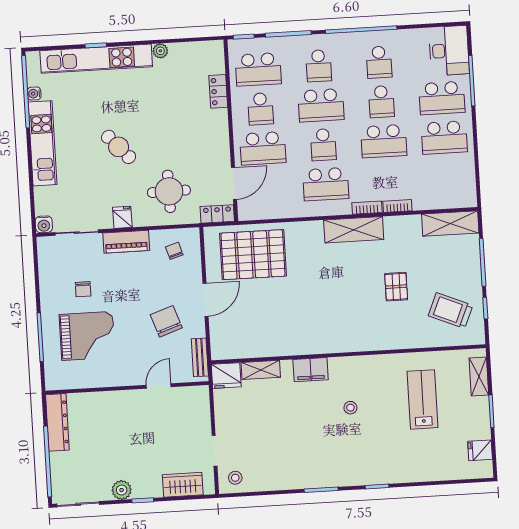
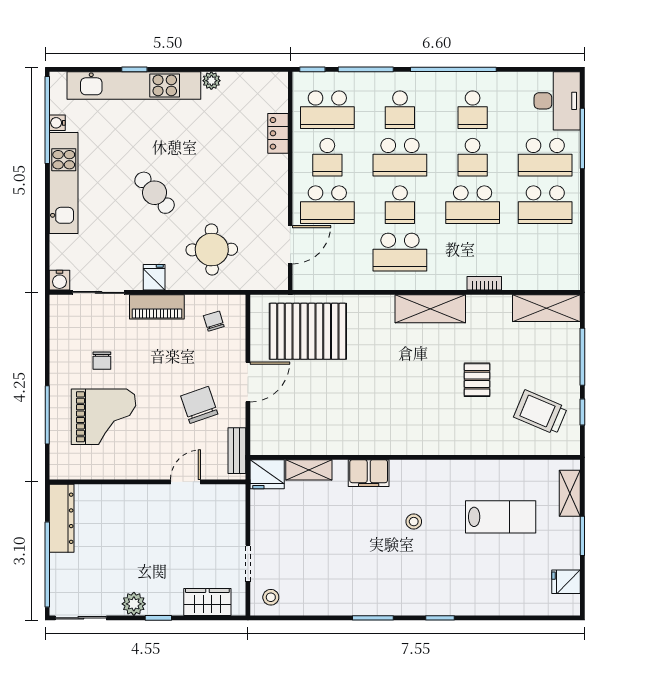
bookcase: (367, 208) -> (448, 283), removed
locker: (217, 214) -> (268, 280), removed
lab bench: (423, 399) -> (501, 517), turned 90

